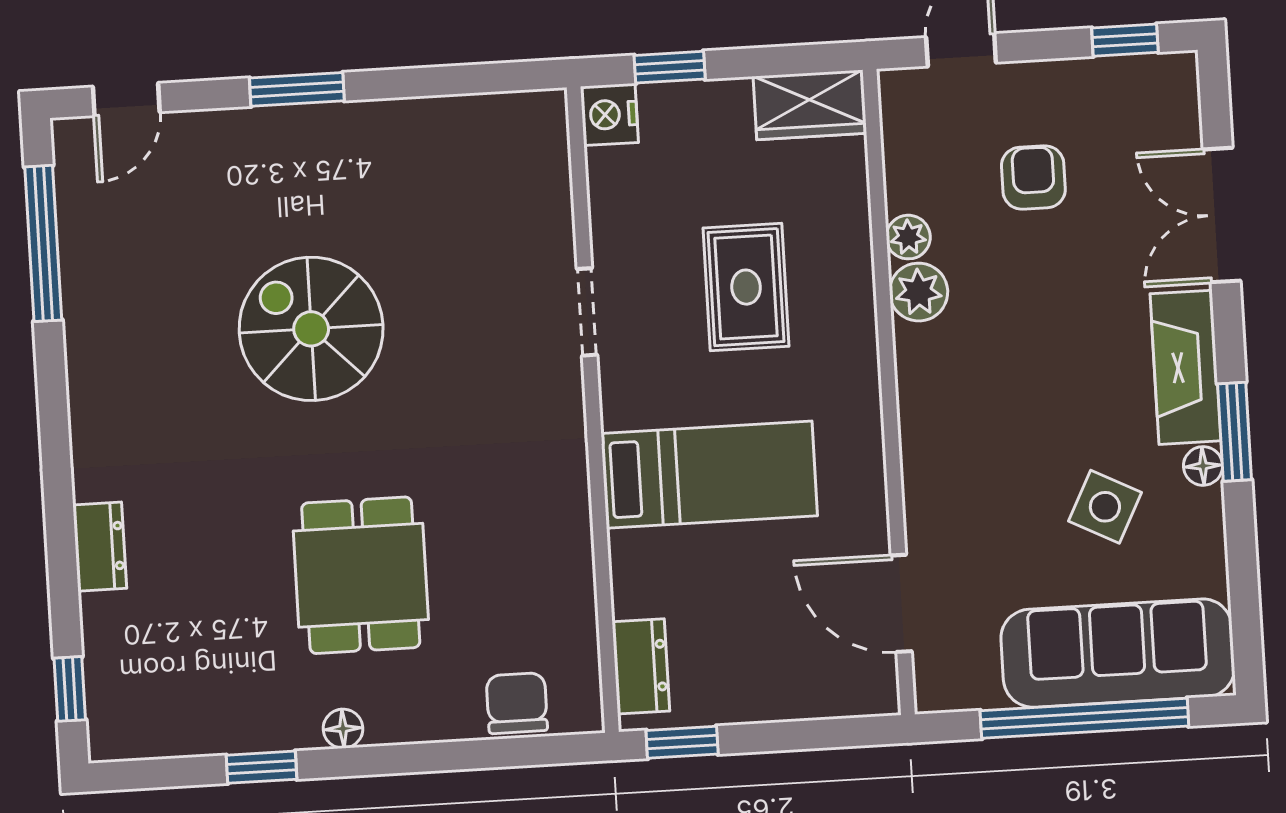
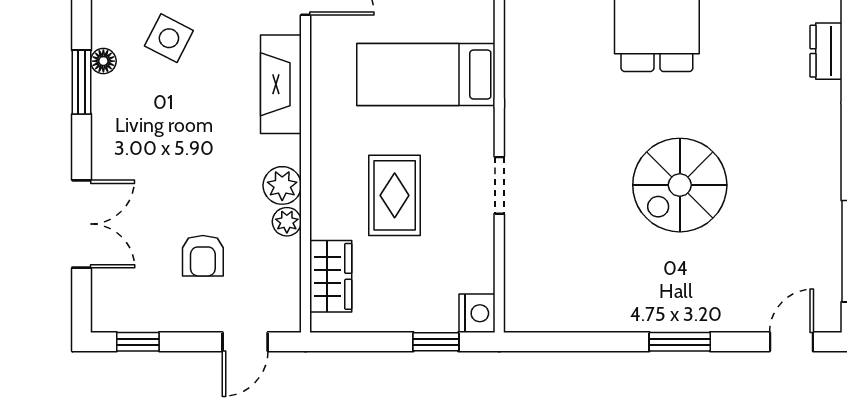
wardrobe: (810, 105) -> (331, 276), moved, turned 90
spiral stairs: (311, 329) -> (680, 185), turned 90
fireplace: (1186, 367) -> (281, 84), moved, turned 180

